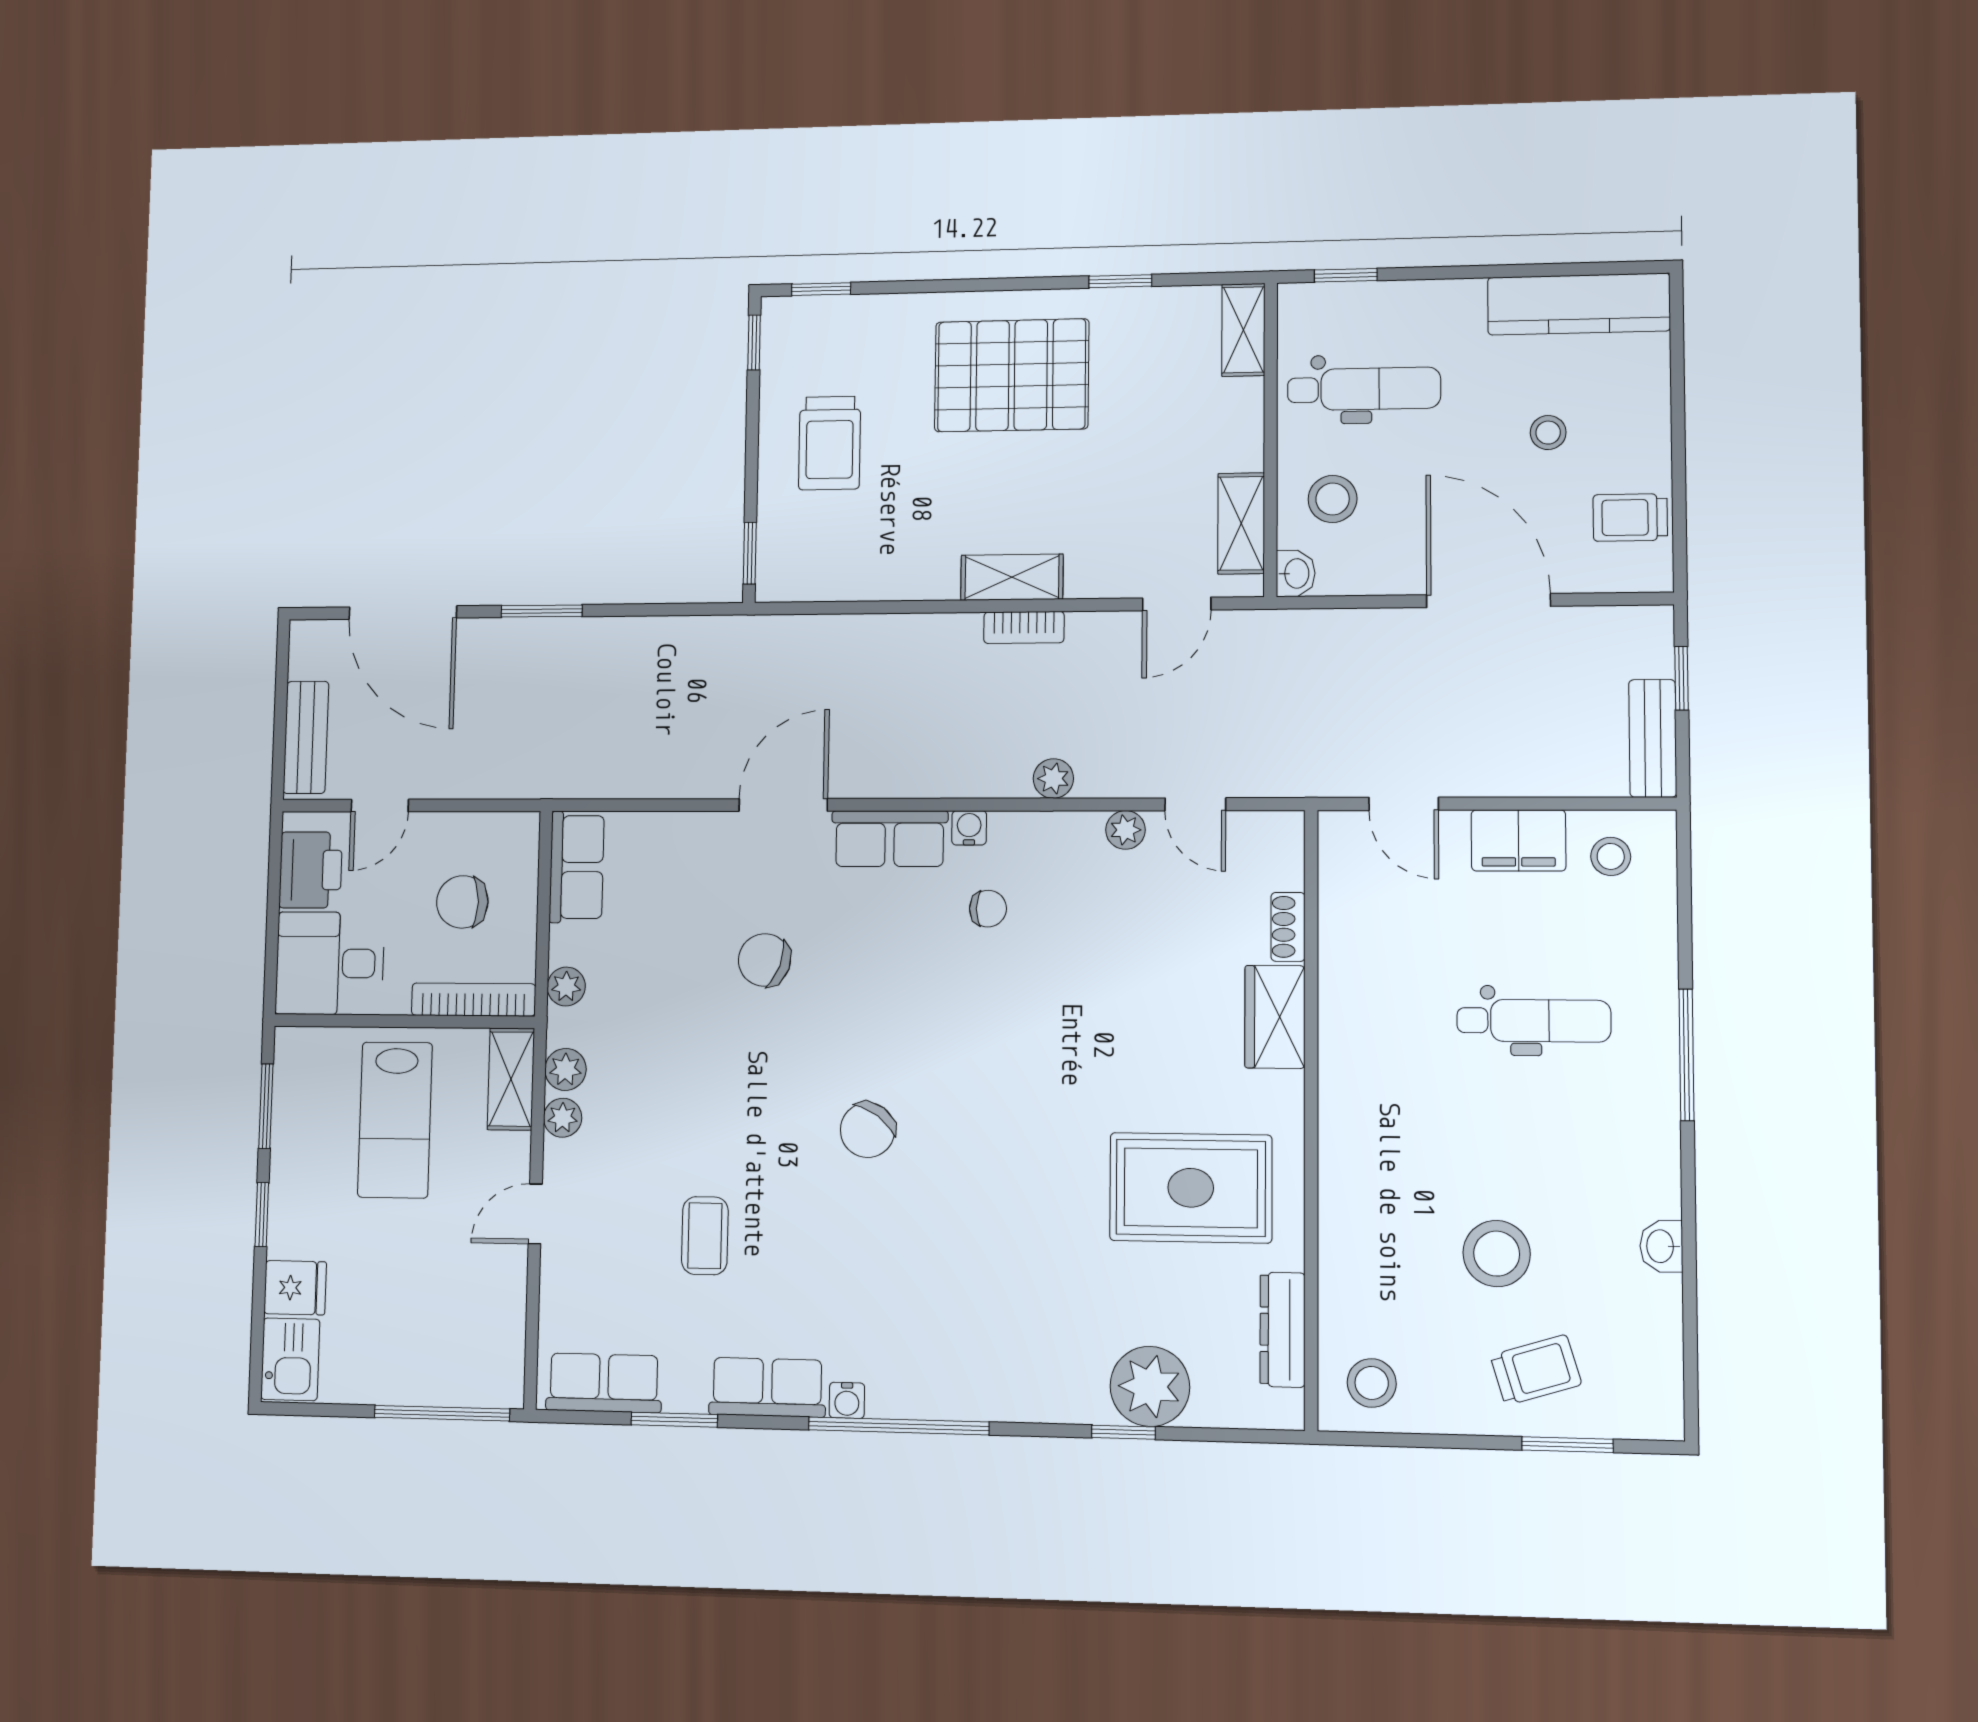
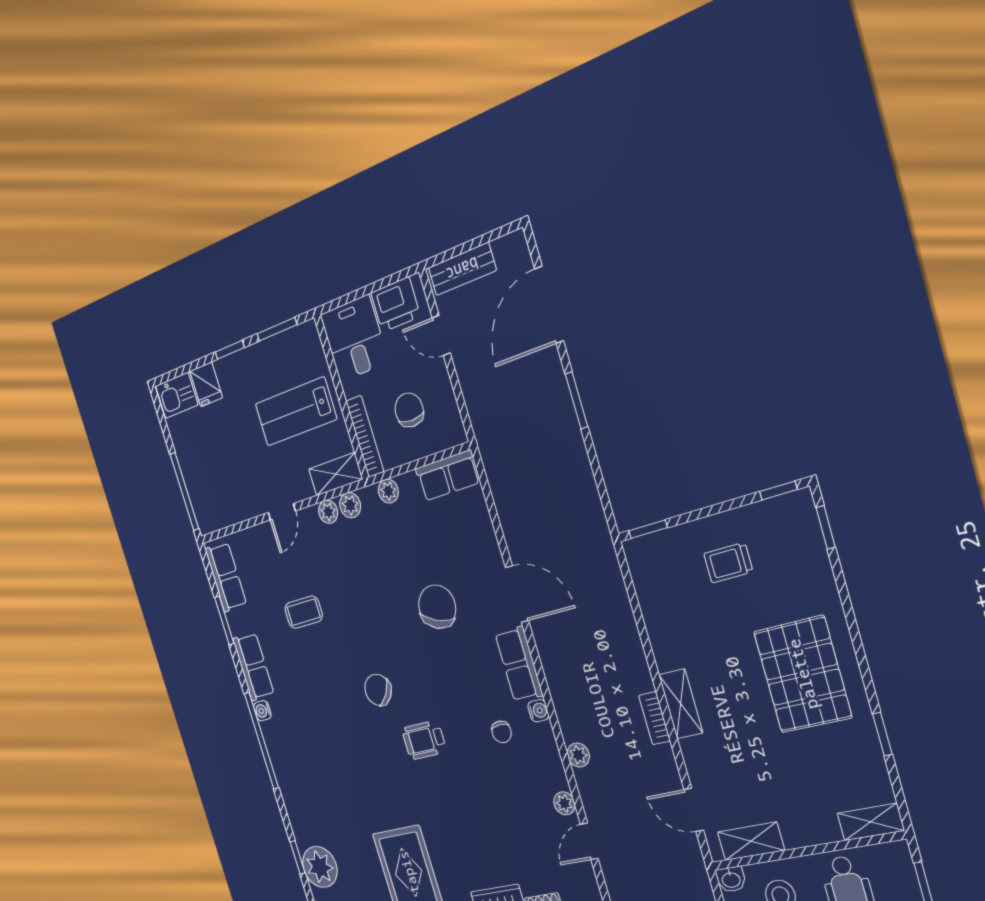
trolley: (830, 443) -> (728, 563), width x0.73, depth x0.72
chair: (765, 960) -> (437, 607), width x1.37, depth x1.37
wheelchair: (970, 1067) -> (424, 740), added
door: (535, 1214) -> (282, 512), swing flipped

